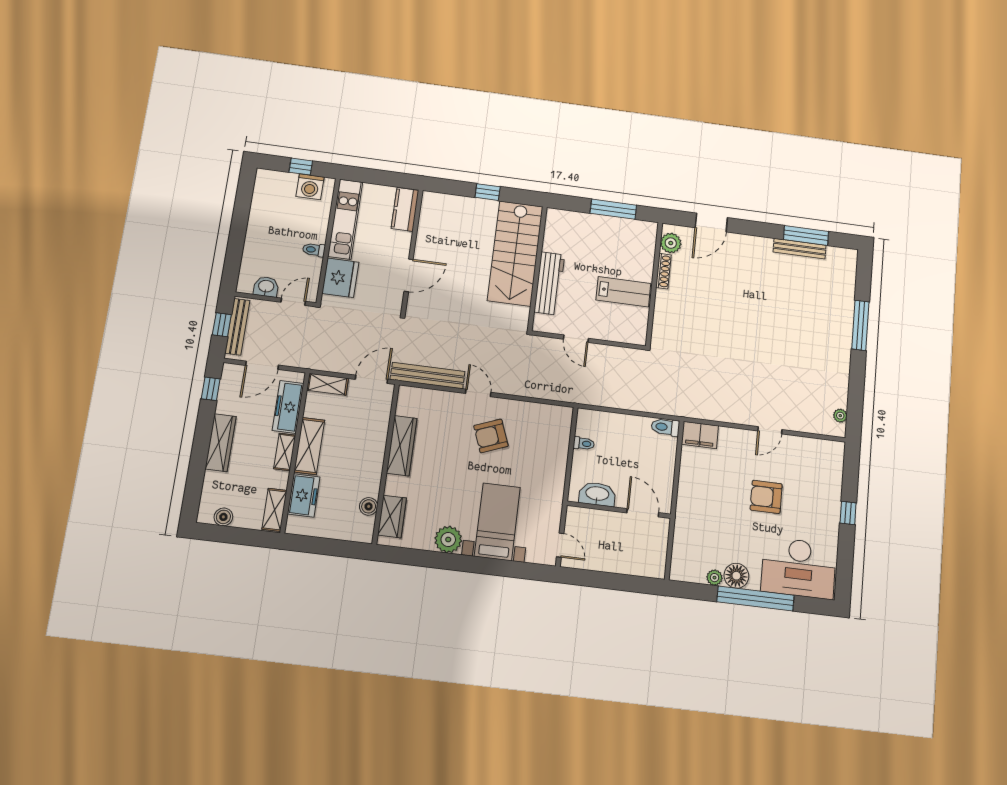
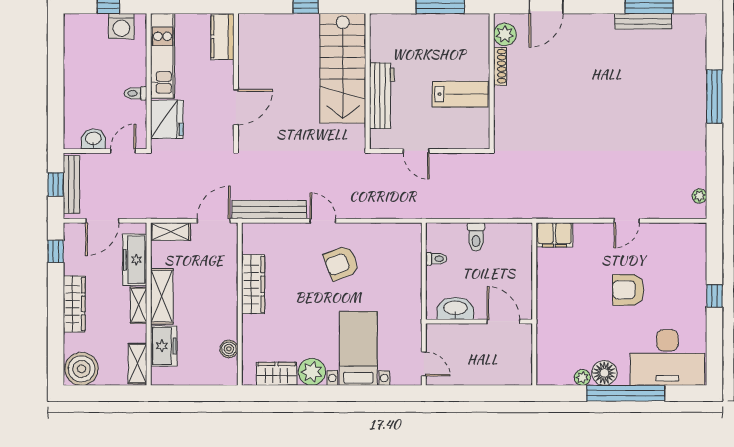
toilet: (665, 427) -> (476, 237), moved, turned -90
wardrobe: (392, 516) -> (277, 374), moved, turned -90
boiler: (223, 517) -> (81, 369), width x1.86, depth x1.86

